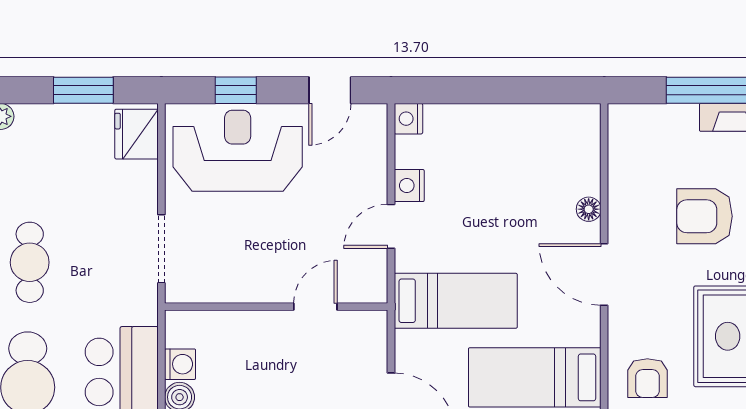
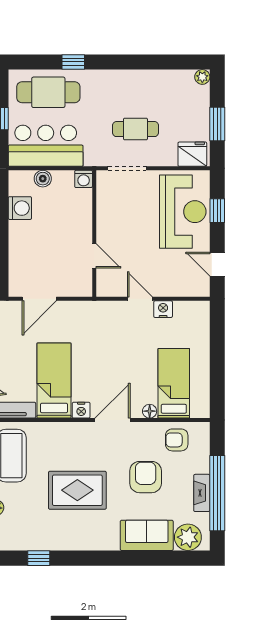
nightstand: (408, 119) -> (81, 410), moved, turned 180
cafe table: (30, 262) -> (135, 129), moved
bed: (456, 301) -> (174, 383), moved, turned 180
washing machine: (180, 364) -> (84, 179), moved
armchair: (647, 378) -> (177, 440), moved

